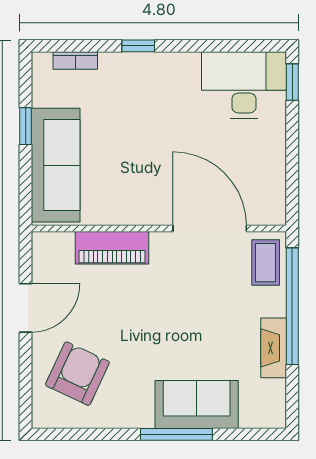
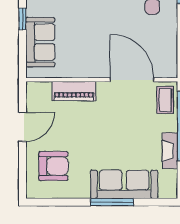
sofa: (56, 165) -> (40, 42), width x0.73
armchair: (77, 374) -> (53, 166), turned 65
sofa: (197, 404) -> (124, 184), width x1.36

